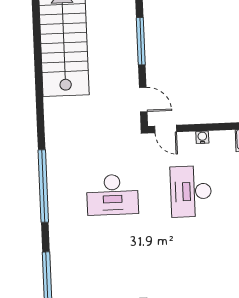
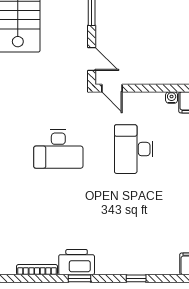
water cooler: (202, 137) -> (172, 97), moved

